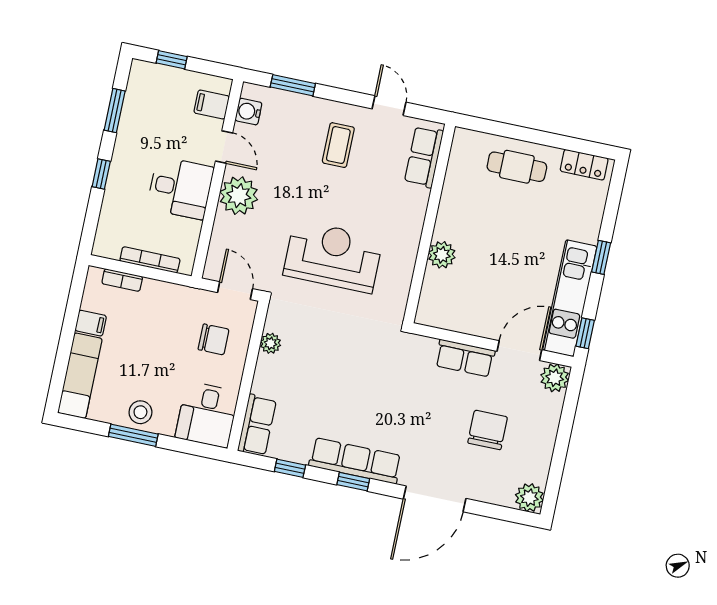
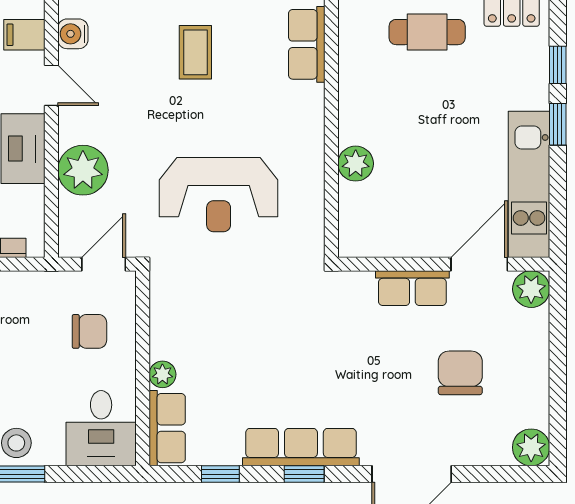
plant: (239, 196) -> (83, 170), moved
reception desk: (333, 257) -> (219, 195), turned 180
door: (235, 291) -> (104, 264), hinge flipped
window: (585, 333) -> (558, 65), moved
plant: (270, 343) -> (162, 374), moved

